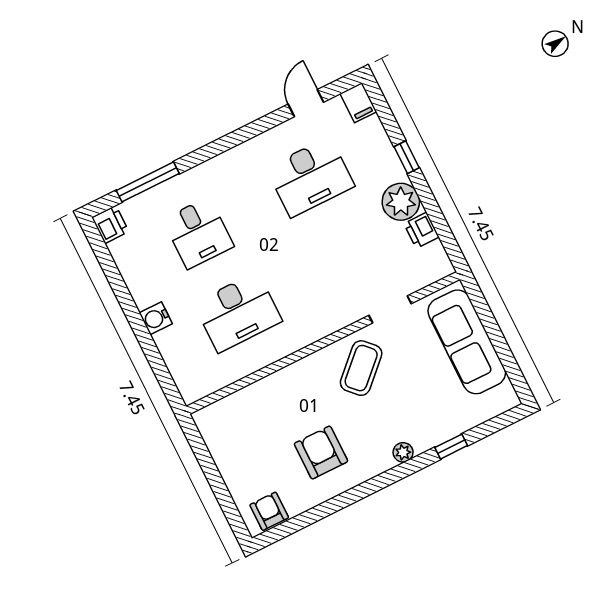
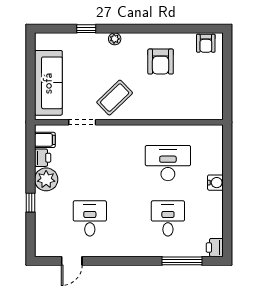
filing cabinet: (358, 103) -> (45, 140), moved, turned 90
desk: (310, 177) -> (90, 218), width x0.73

